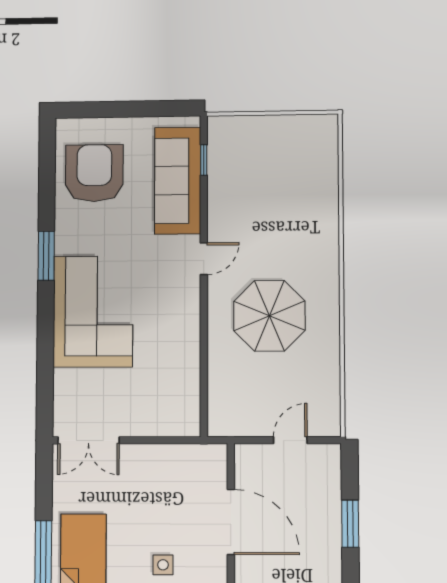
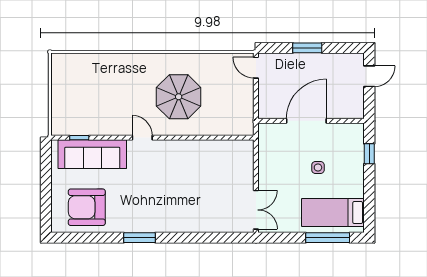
corner sofa: (93, 312) -> (175, 207), removed
door: (290, 440) -> (256, 68), moved
side table: (163, 565) -> (318, 167), moved

